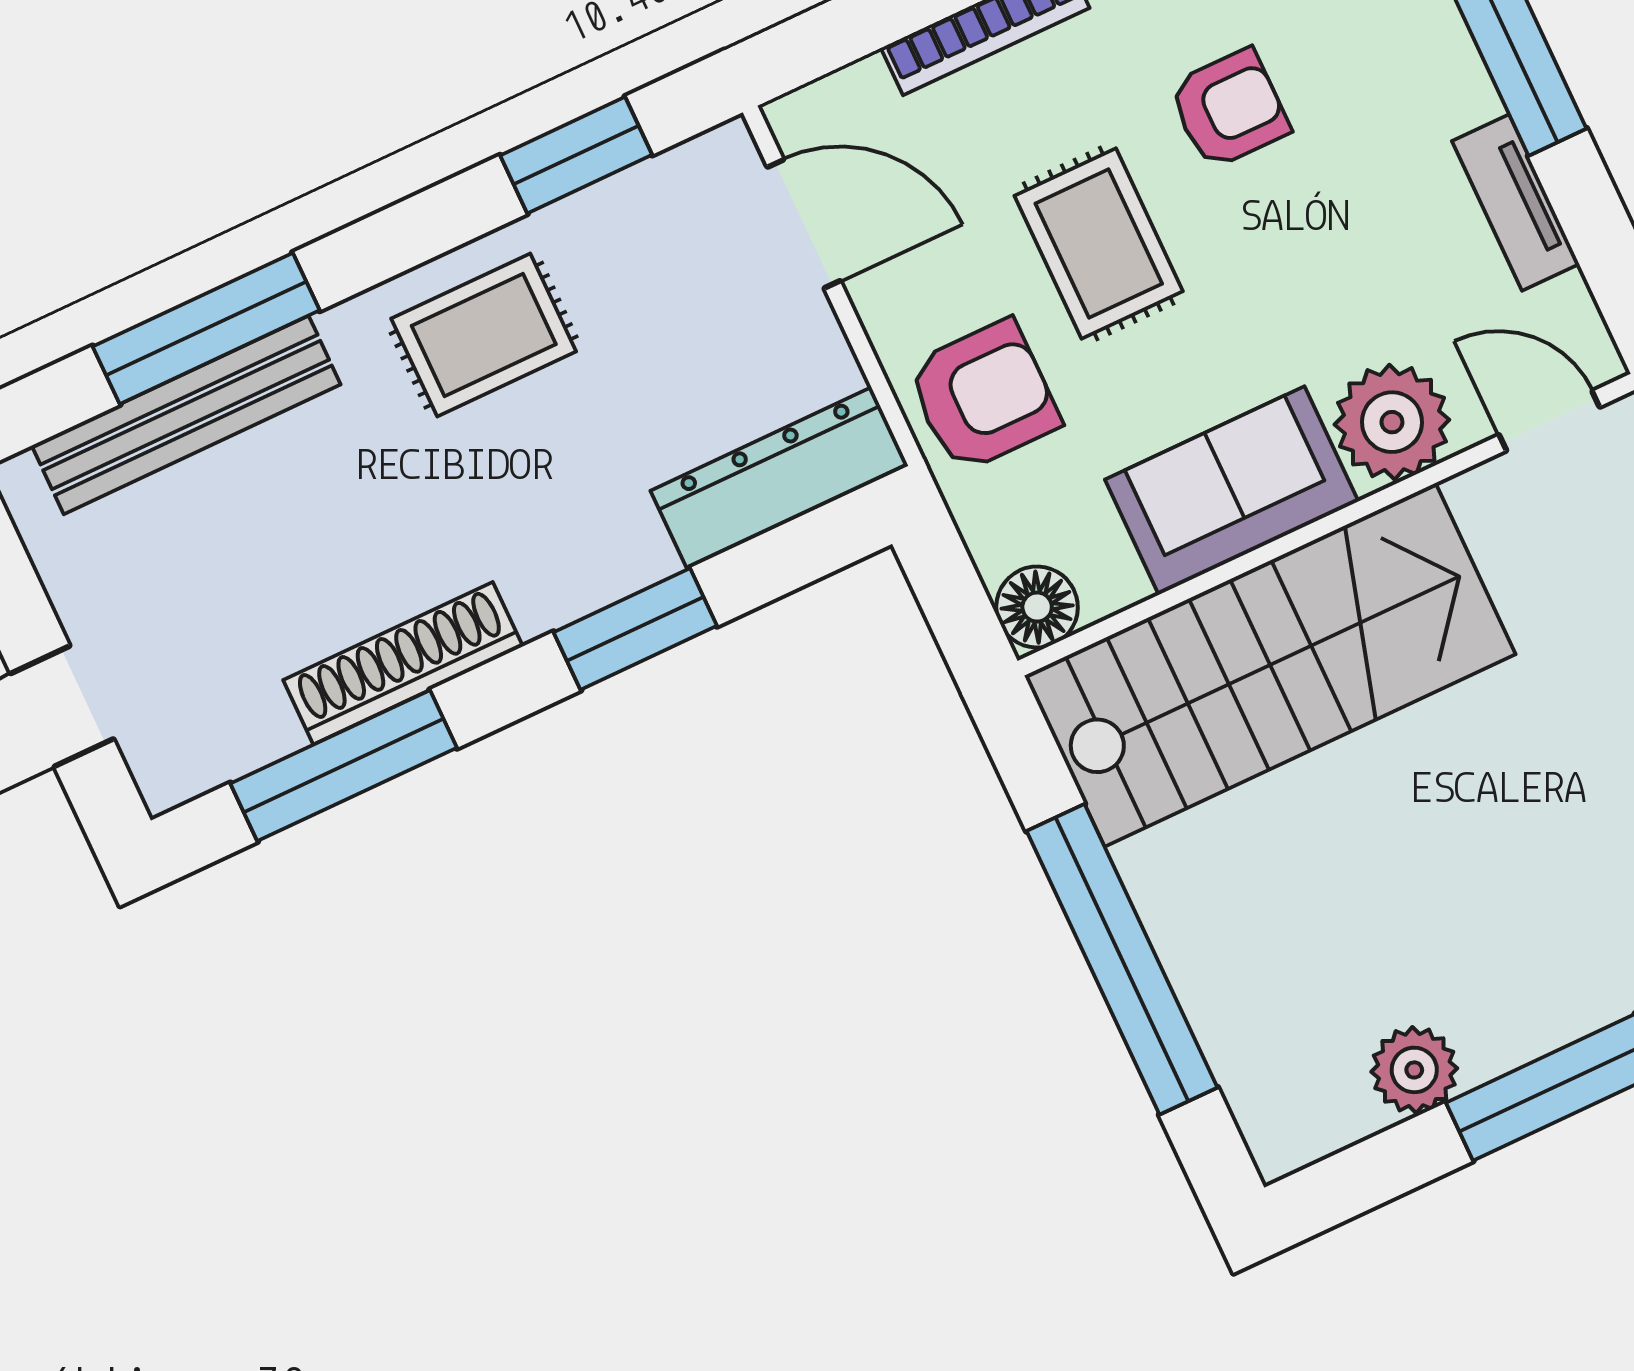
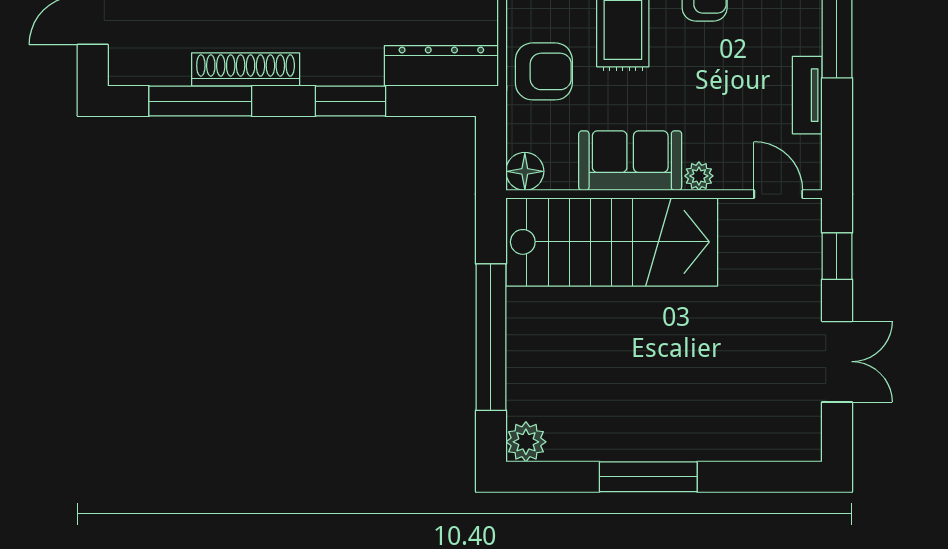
plant: (1392, 422) -> (699, 176), width x0.53, depth x0.53
plant: (1414, 1070) -> (526, 442), moved

